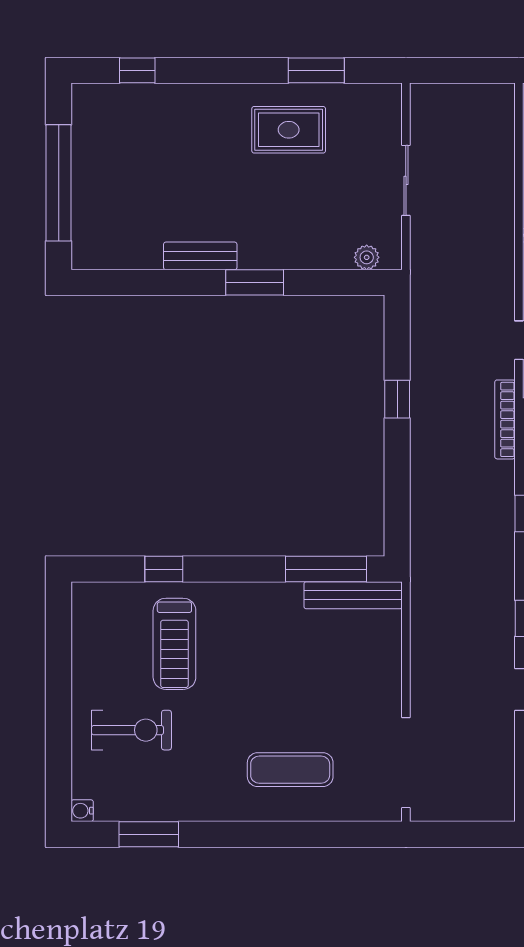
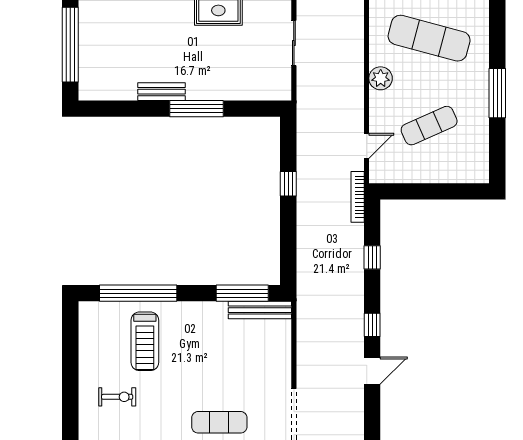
plant: (367, 257) -> (269, 93), removed
window: (255, 282) -> (197, 109), width x1.44
window: (164, 569) -> (138, 293), width x3.17
exercise bike: (131, 730) -> (117, 397), width x0.73, depth x0.72

